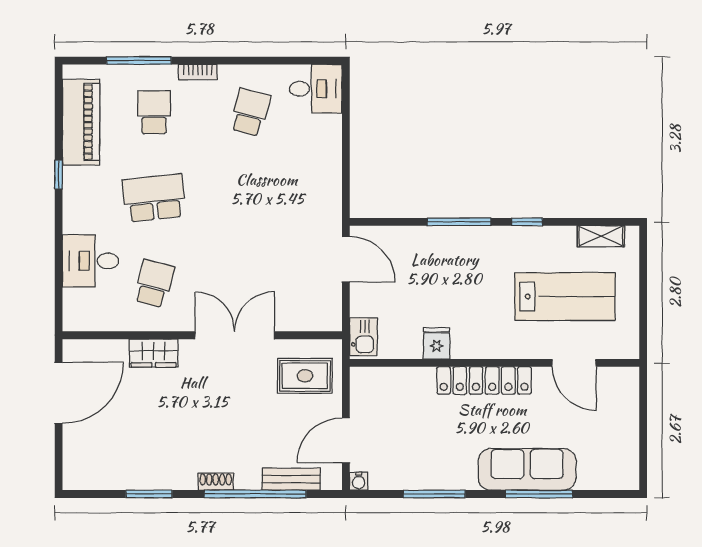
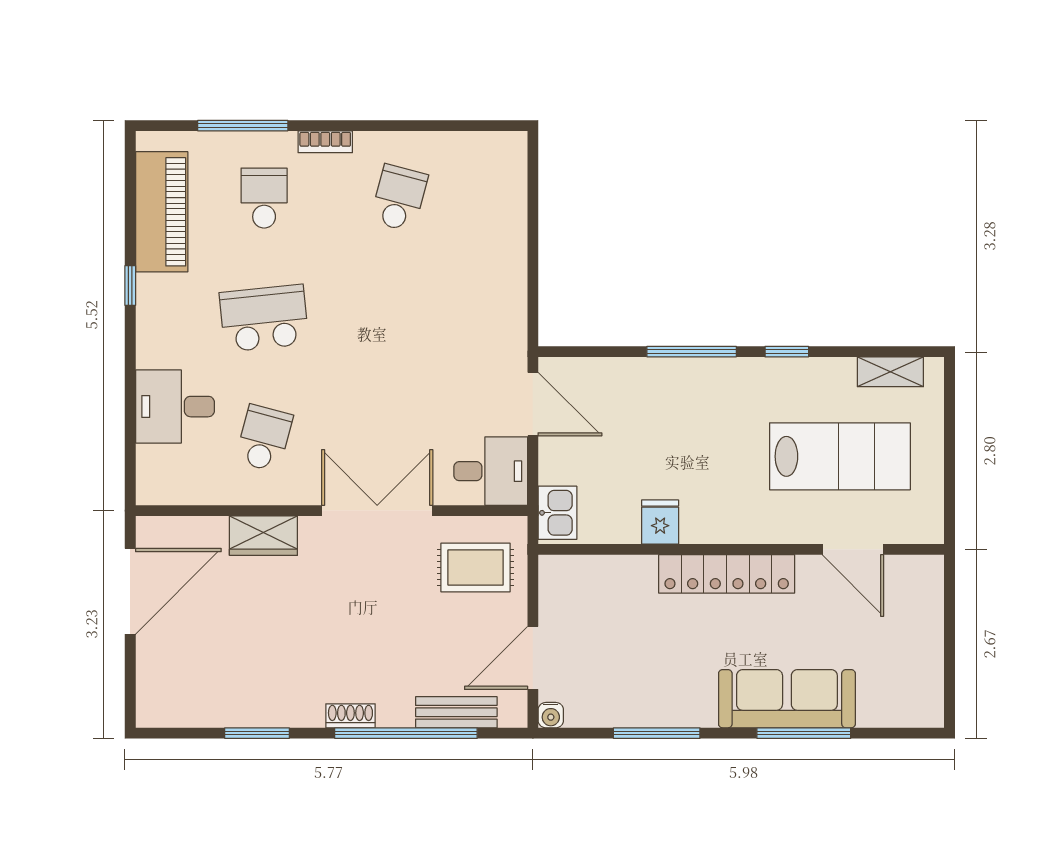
desk: (316, 89) -> (491, 471), moved

